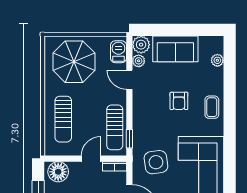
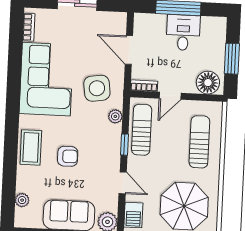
plant: (139, 61) -> (115, 116), moved
armchair: (179, 101) -> (68, 156), turned 90
coffee table: (212, 107) -> (31, 147), width x1.36, depth x1.30
window: (129, 139) -> (124, 145), moved

